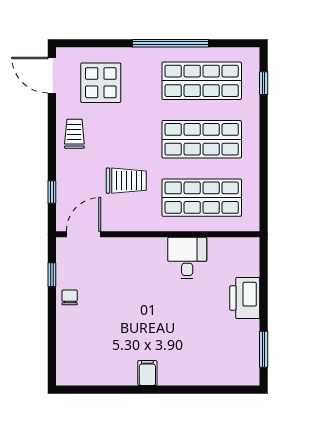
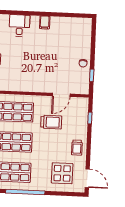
trolley: (126, 181) -> (51, 122), turned 180
door: (84, 234) -> (61, 95), moved
desk: (187, 258) -> (19, 26), moved, turned 180

